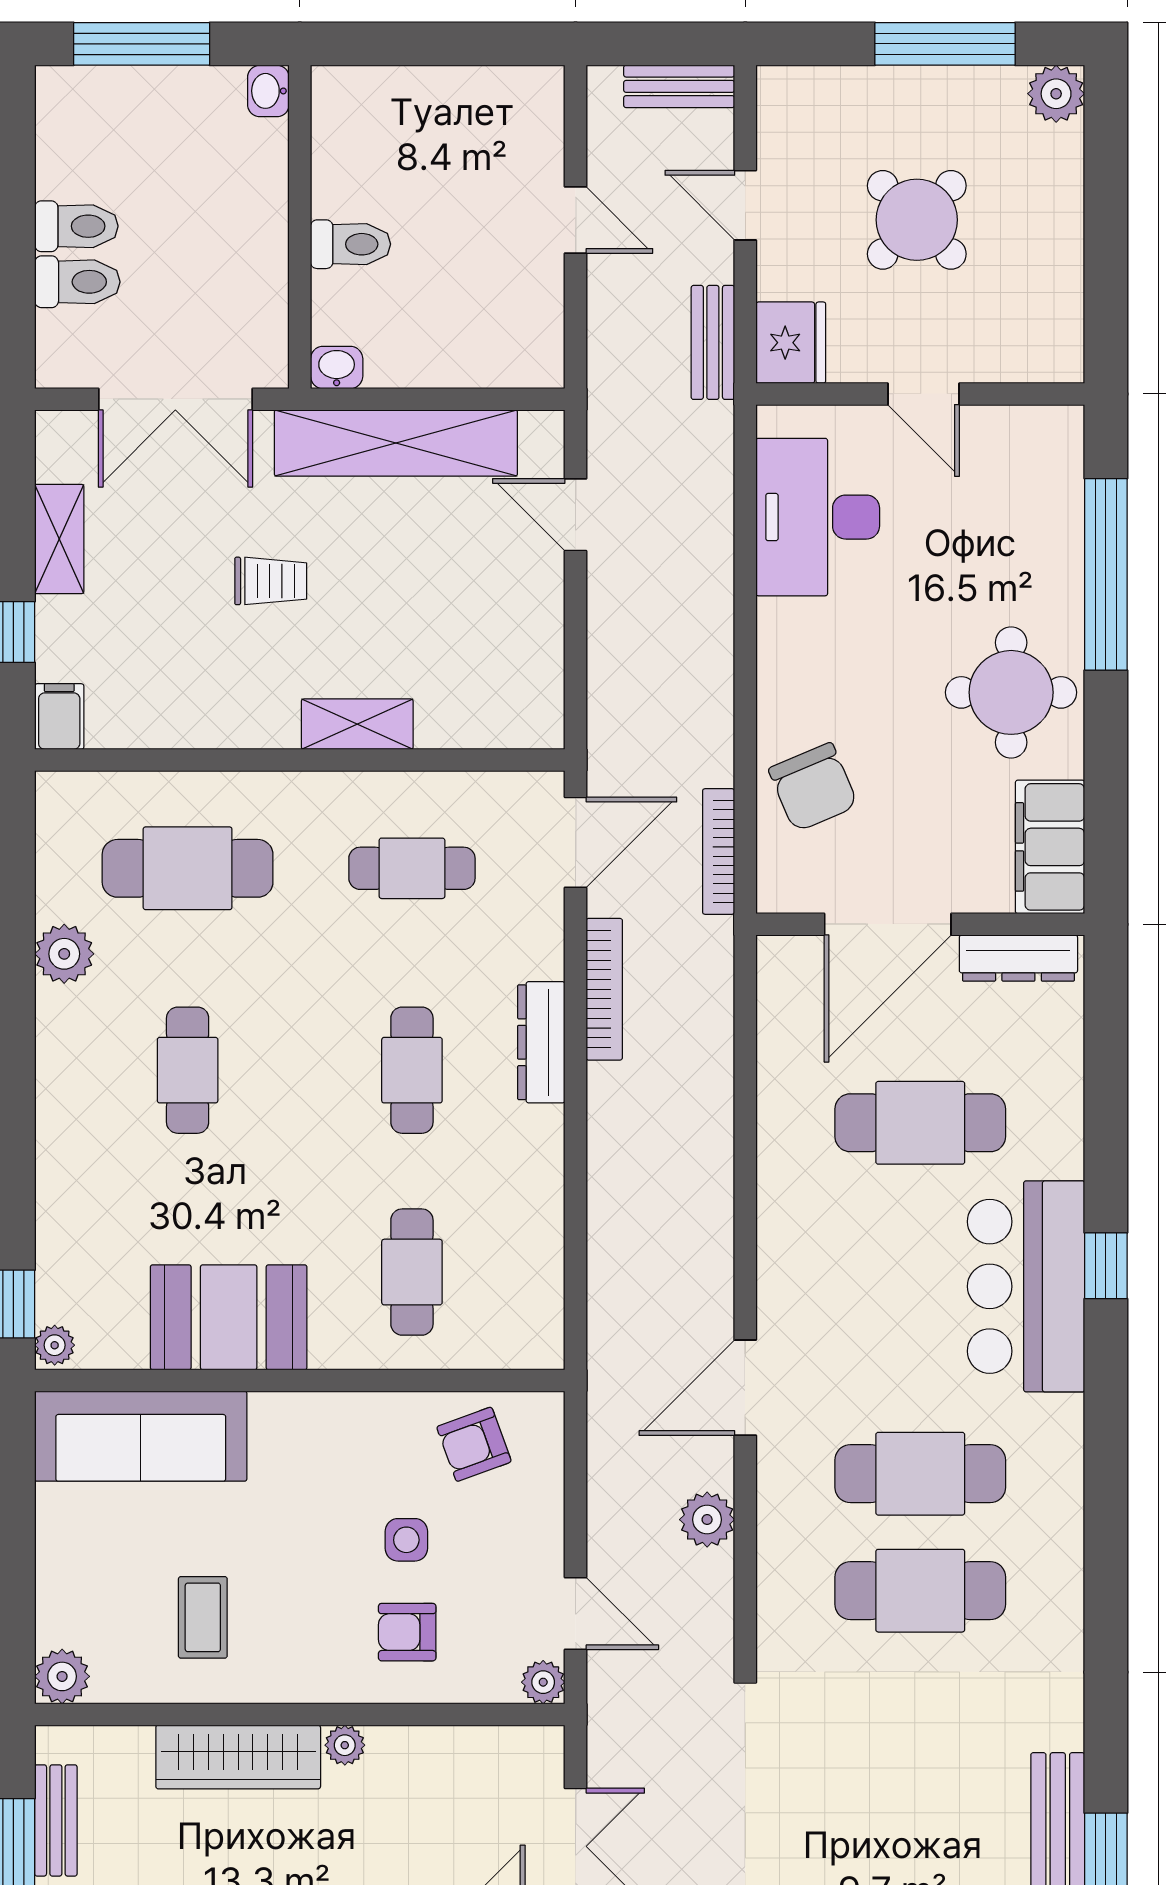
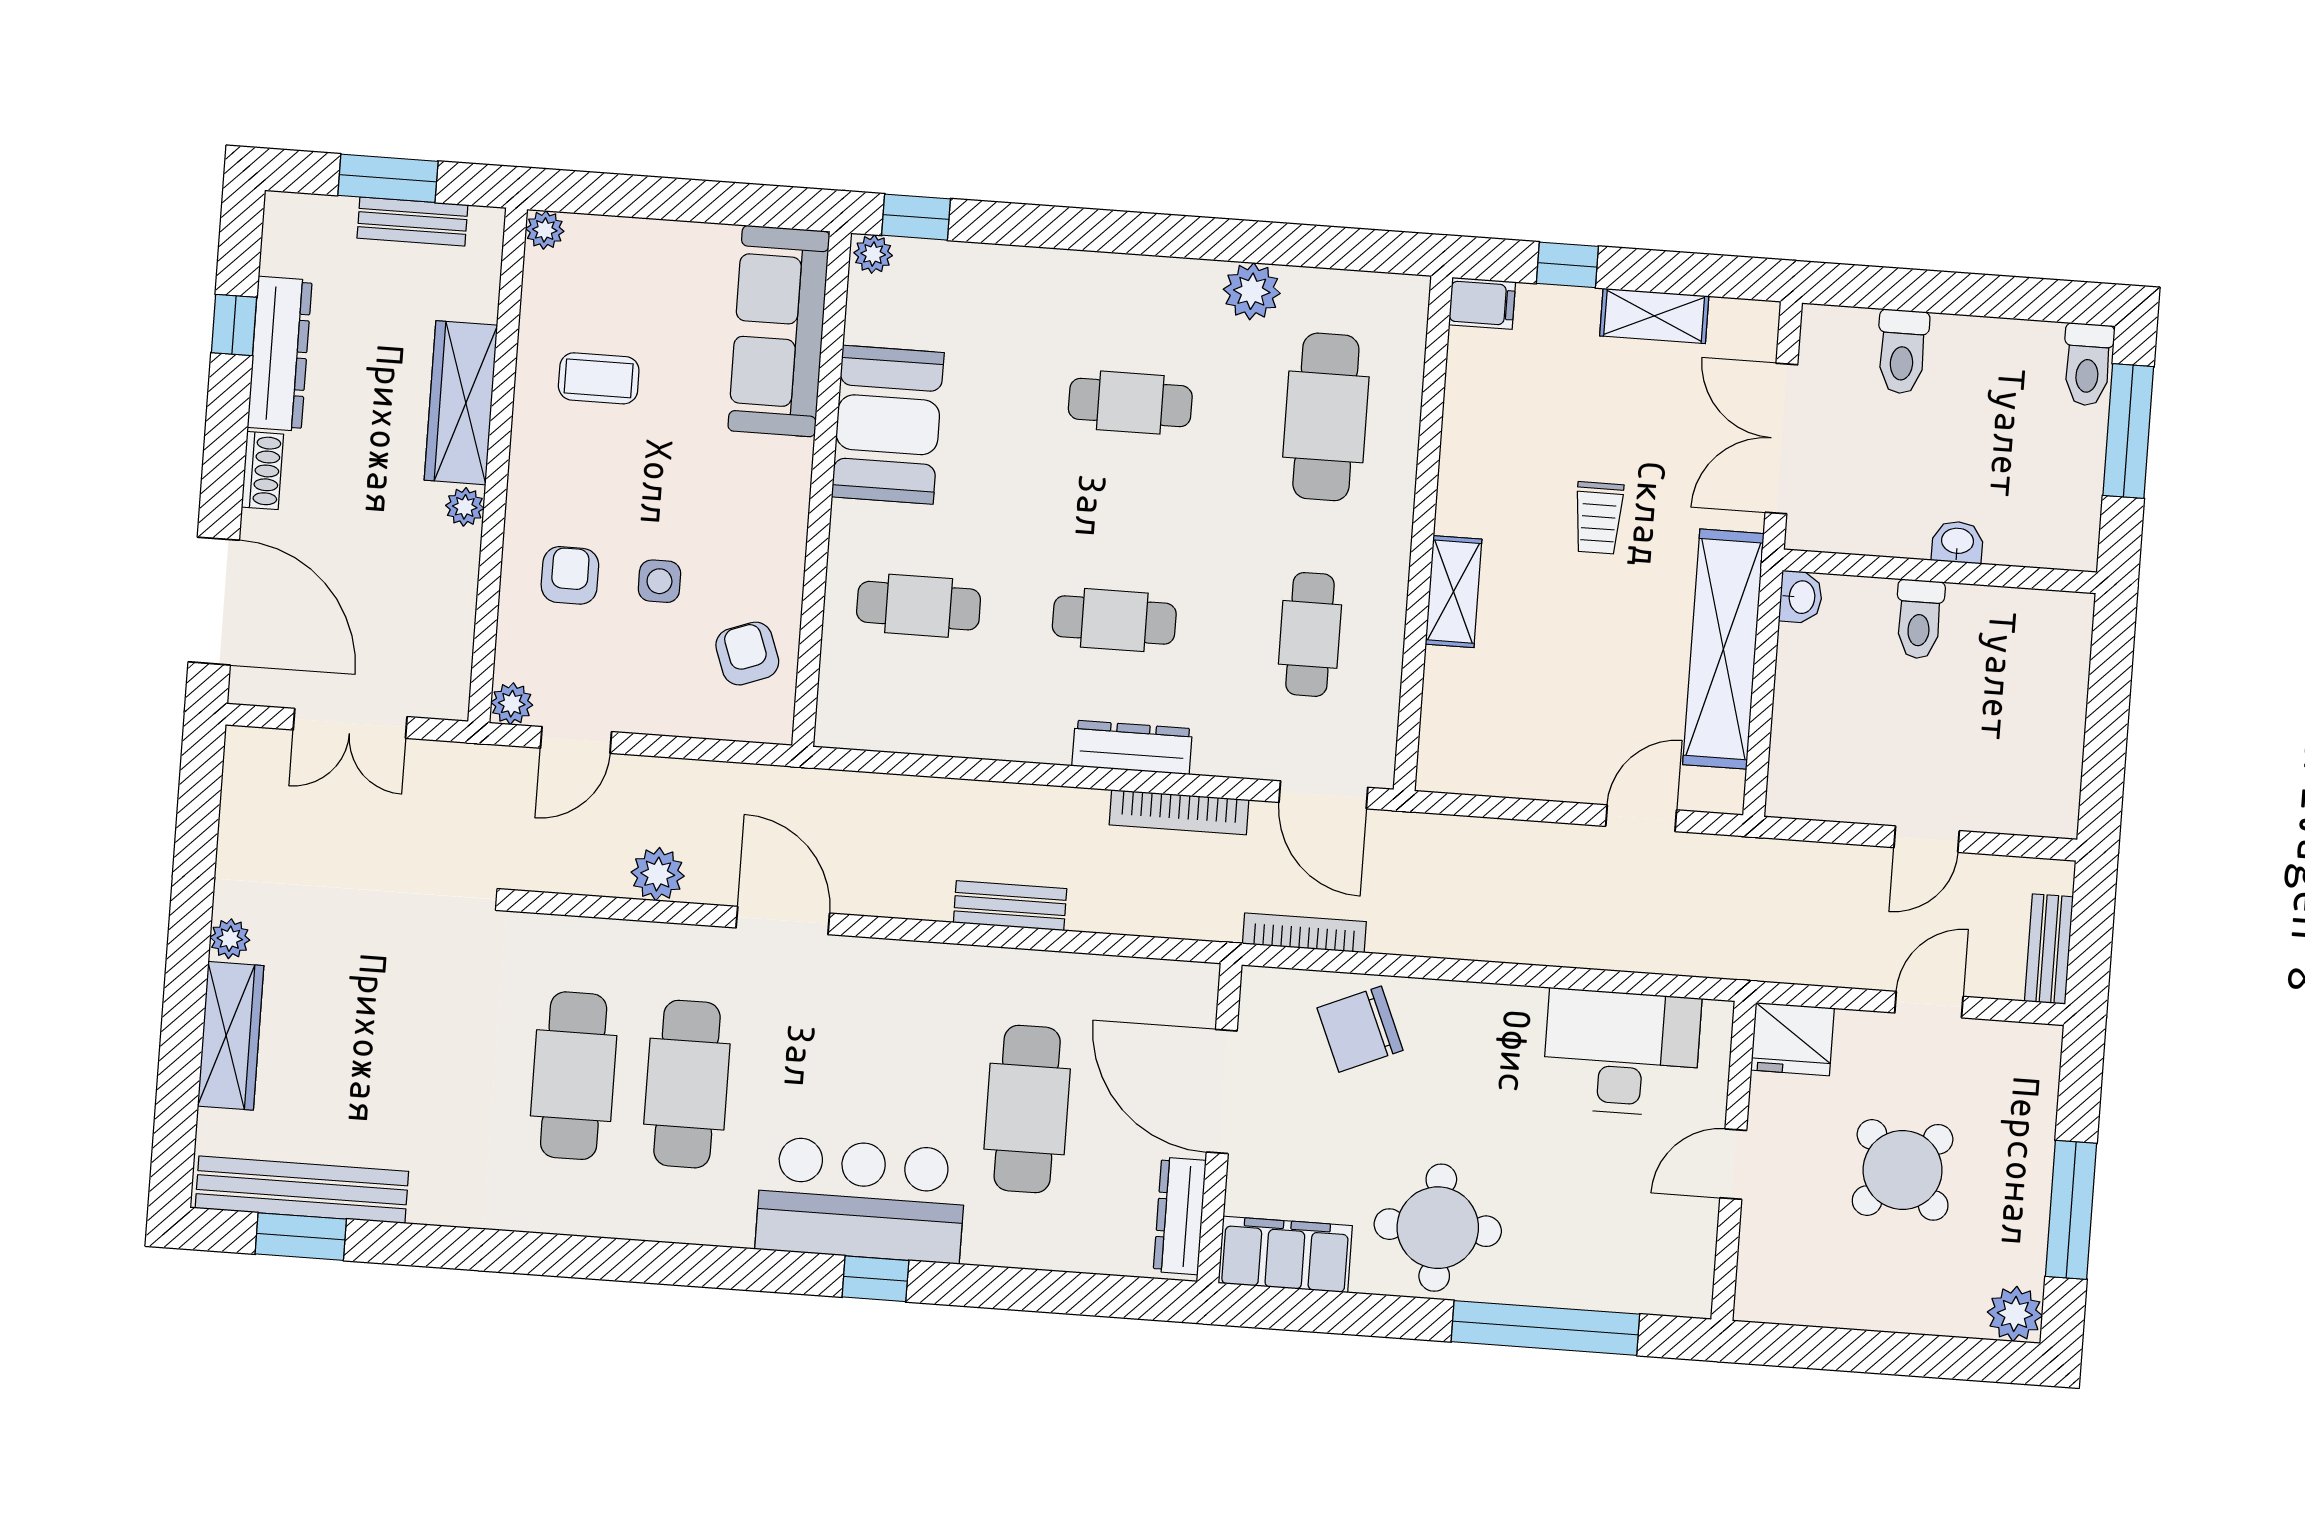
washbasin: (268, 91) -> (1957, 542), moved
toilet: (76, 226) -> (2088, 365), moved
bench: (713, 342) -> (1010, 906), moved
plant: (62, 1676) -> (545, 230), width x0.73, depth x0.73

